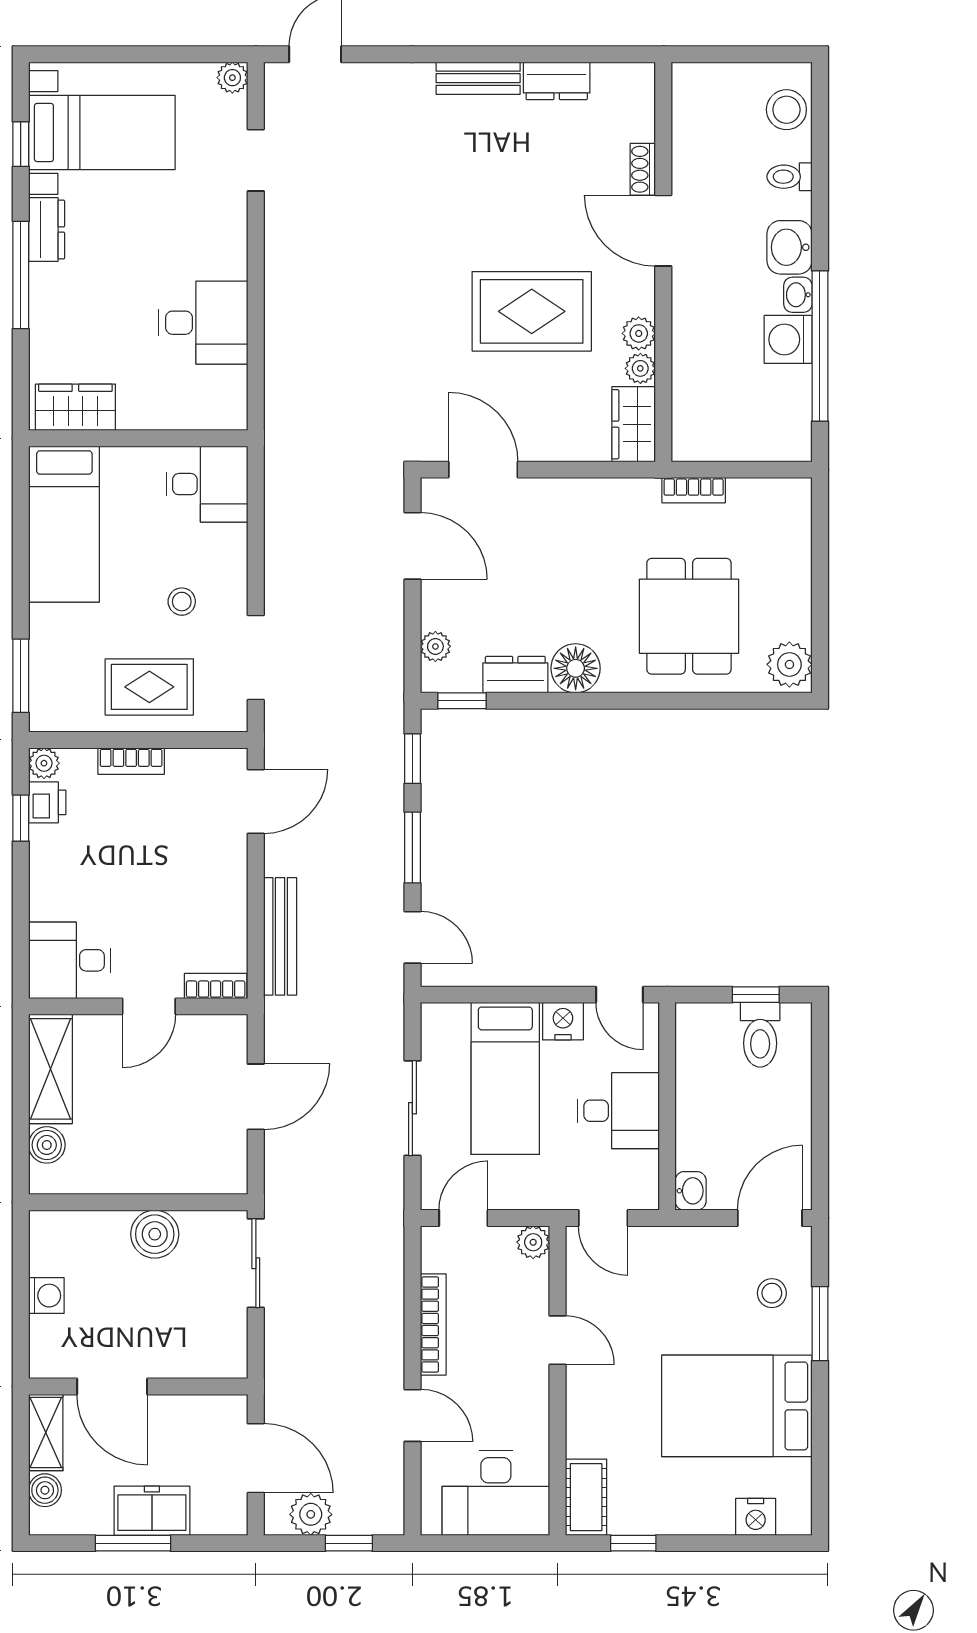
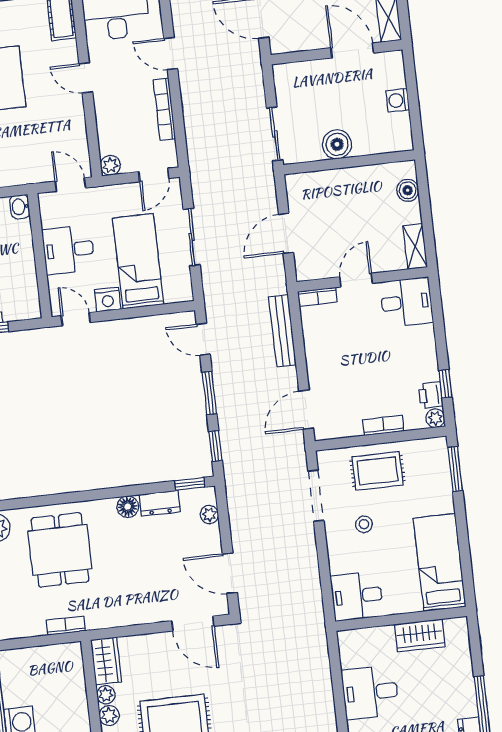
wardrobe: (75, 407) -> (420, 635), moved
floor lamp: (576, 668) -> (128, 507), width x0.73, depth x0.73
shelving: (50, 1069) -> (415, 246), width x0.67, depth x0.75
door: (557, 1340) -> (86, 78), moved

